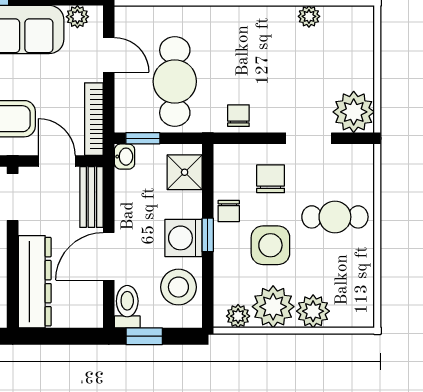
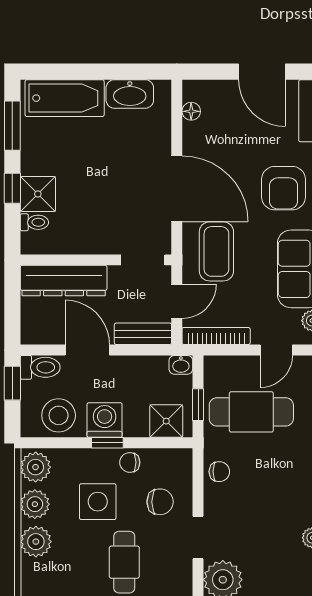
window: (143, 138) -> (198, 405), moved
plant: (273, 307) -> (35, 504), width x0.73, depth x0.73
plant: (238, 316) -> (36, 467), width x1.38, depth x1.38

